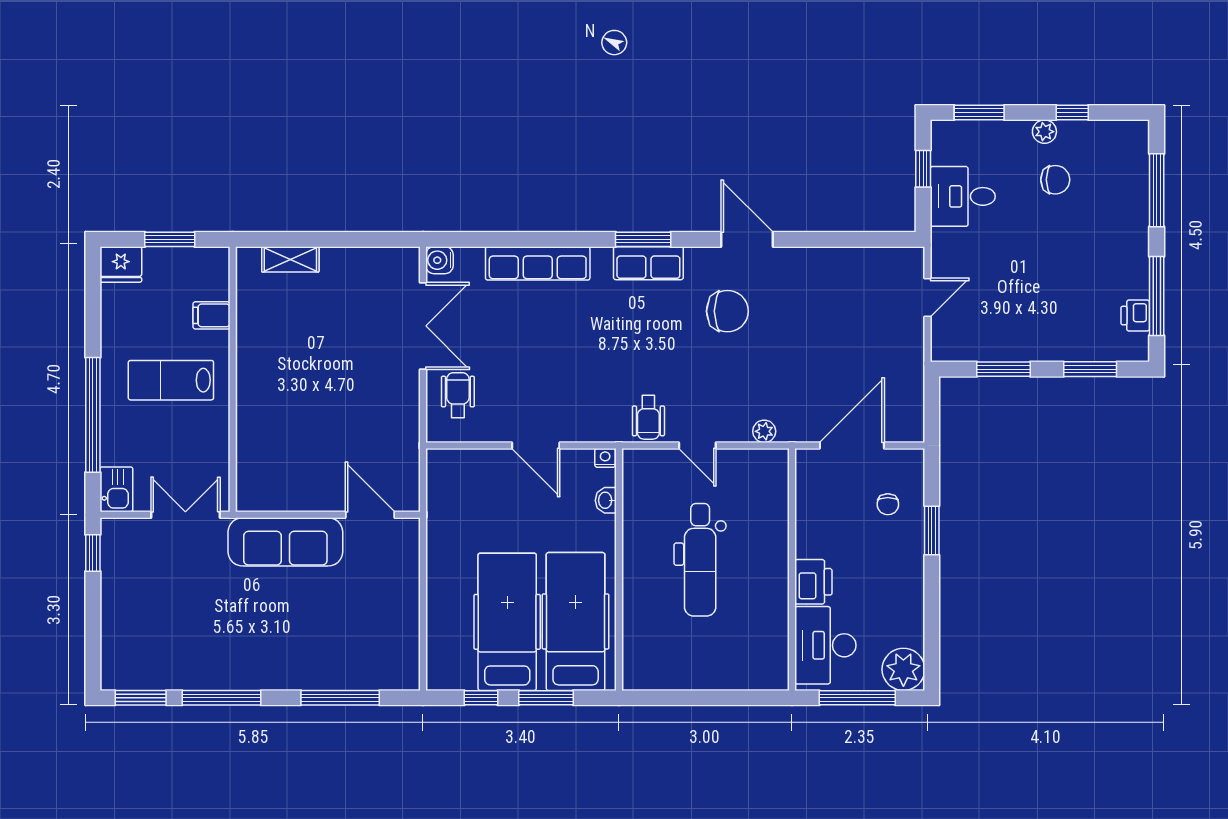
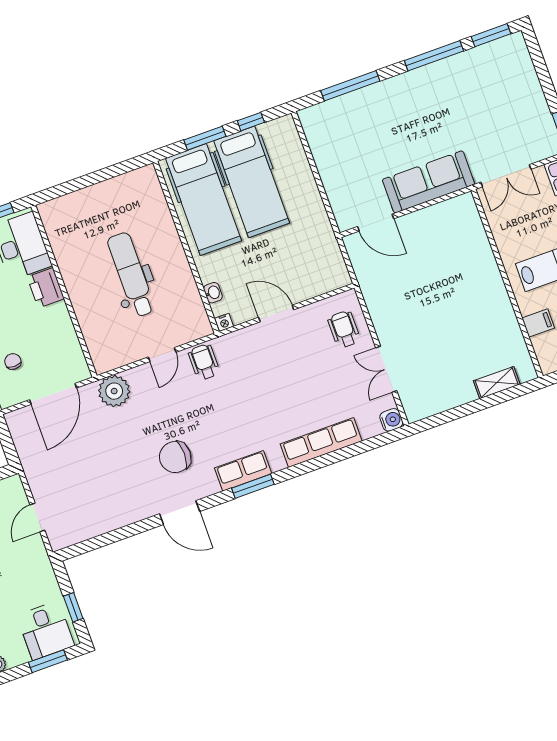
desk: (963, 196) -> (46, 630), moved, turned 90
double door: (423, 326) -> (386, 369), width x0.73
wheelchair: (458, 395) -> (344, 329), turned 180
plant: (764, 431) -> (114, 391), width x1.88, depth x1.88
door: (697, 445) -> (162, 355), swing flipped

